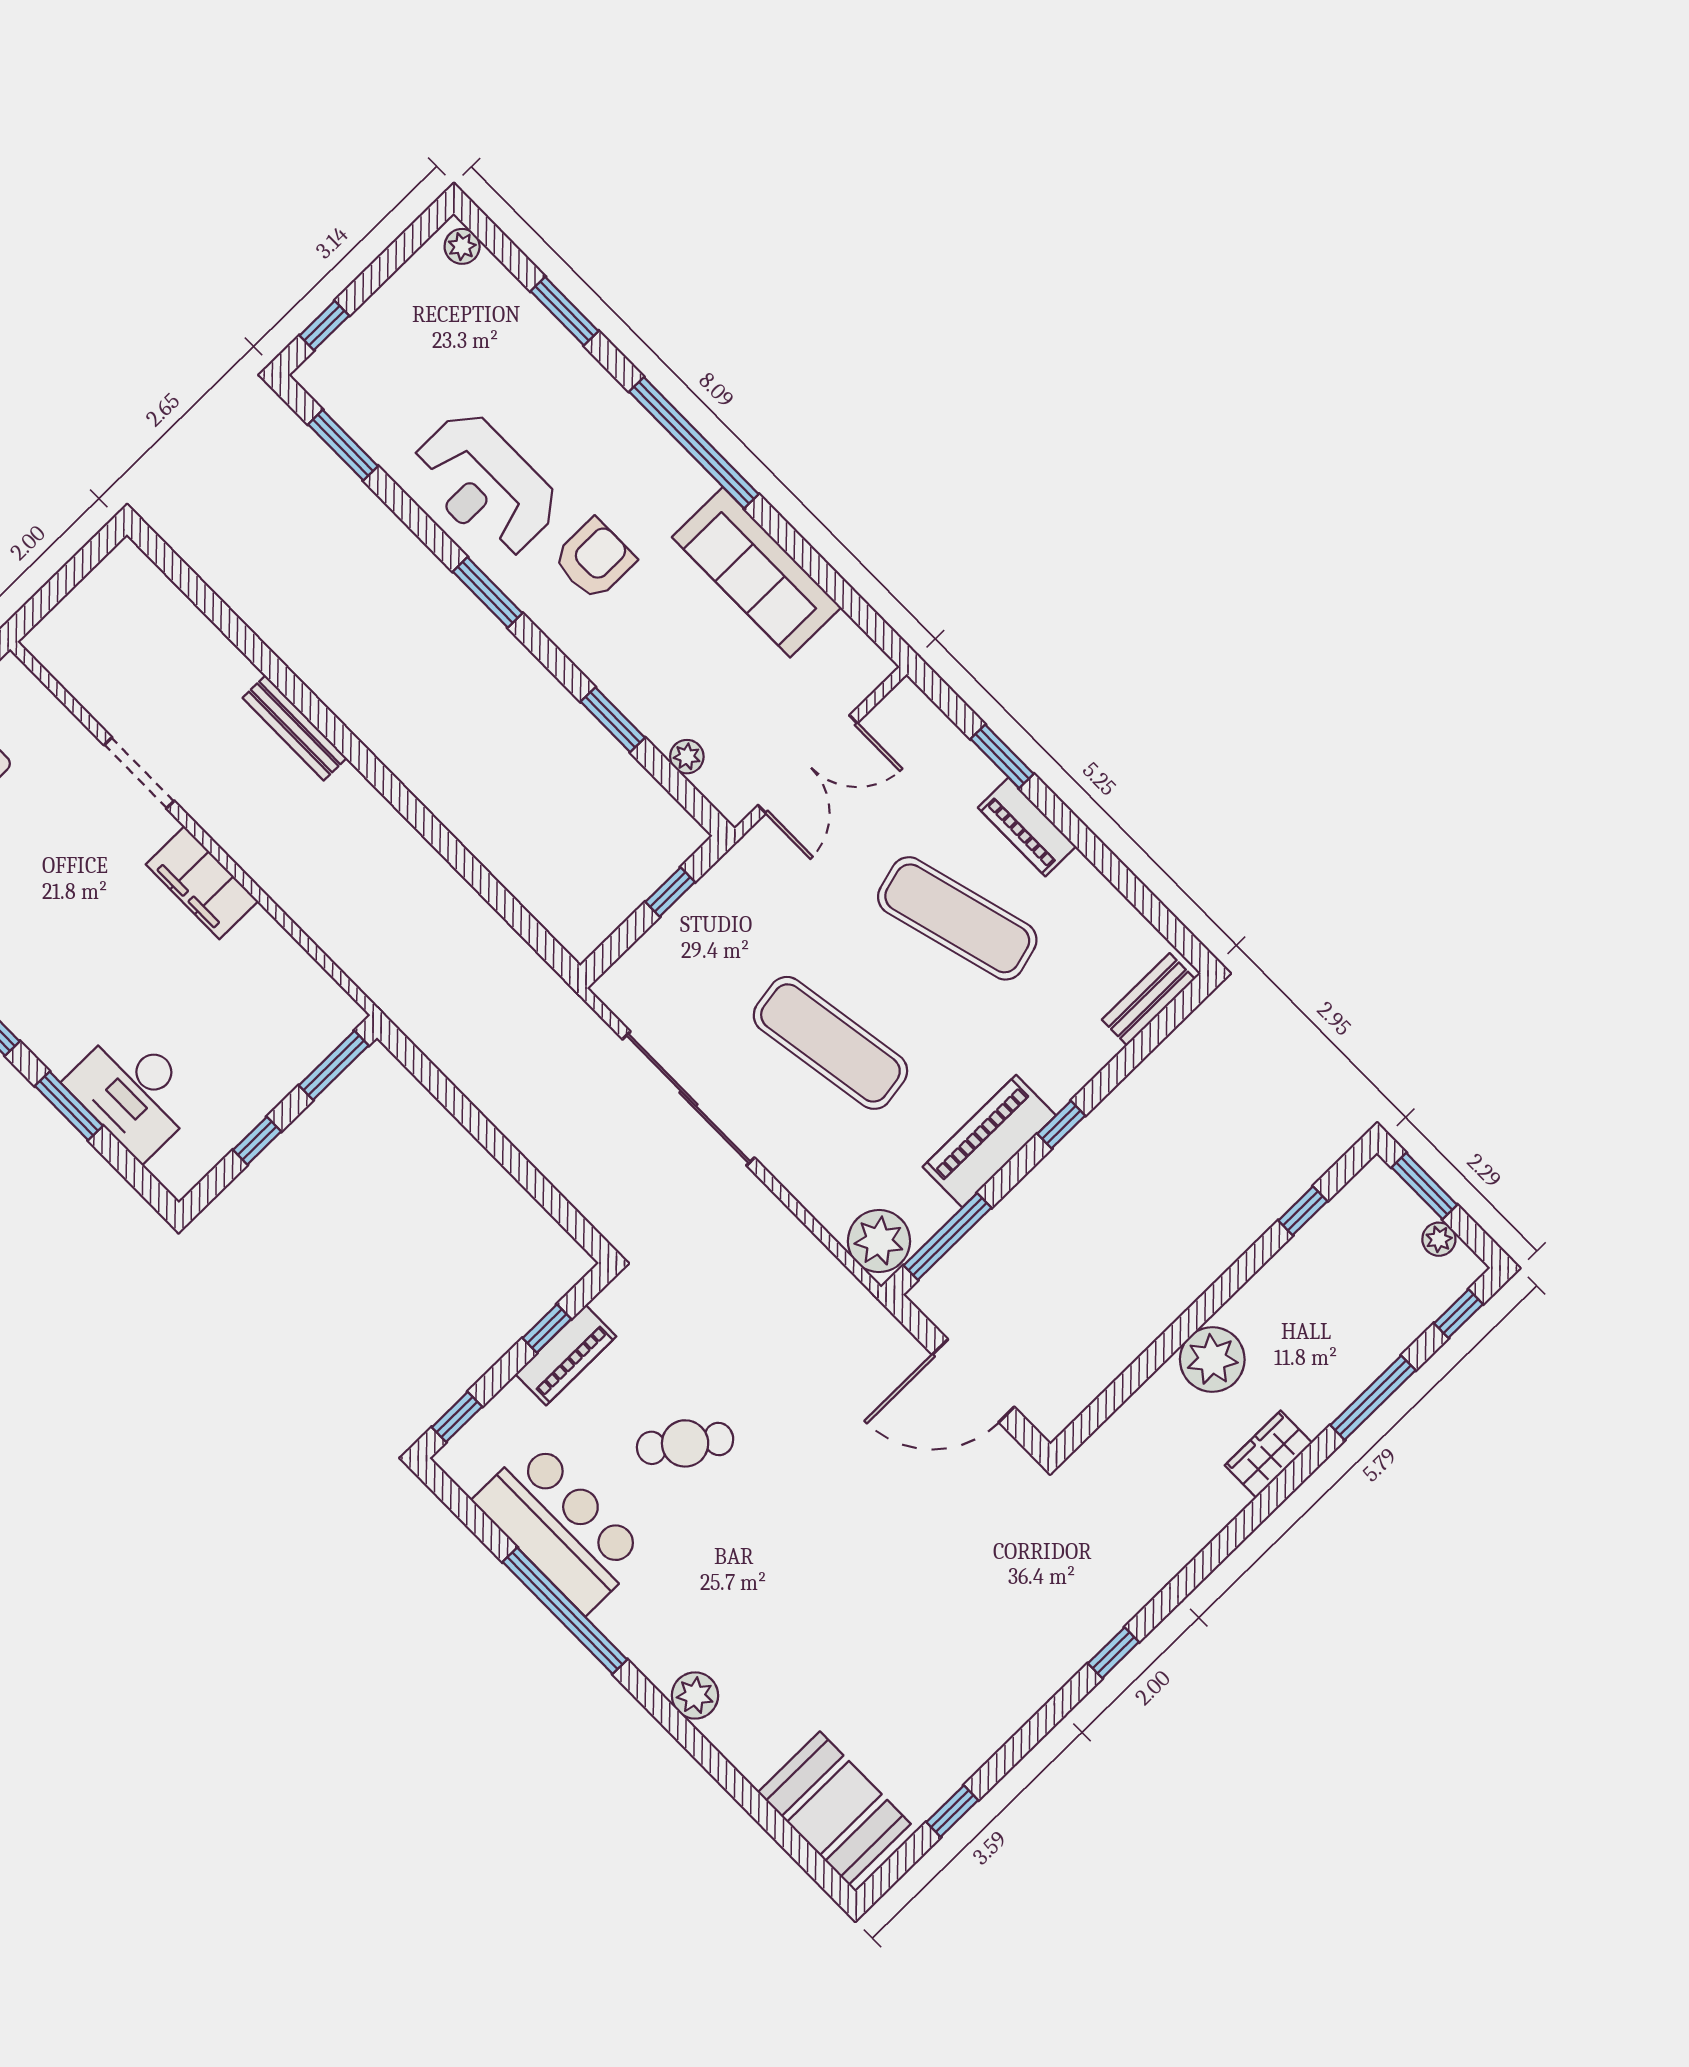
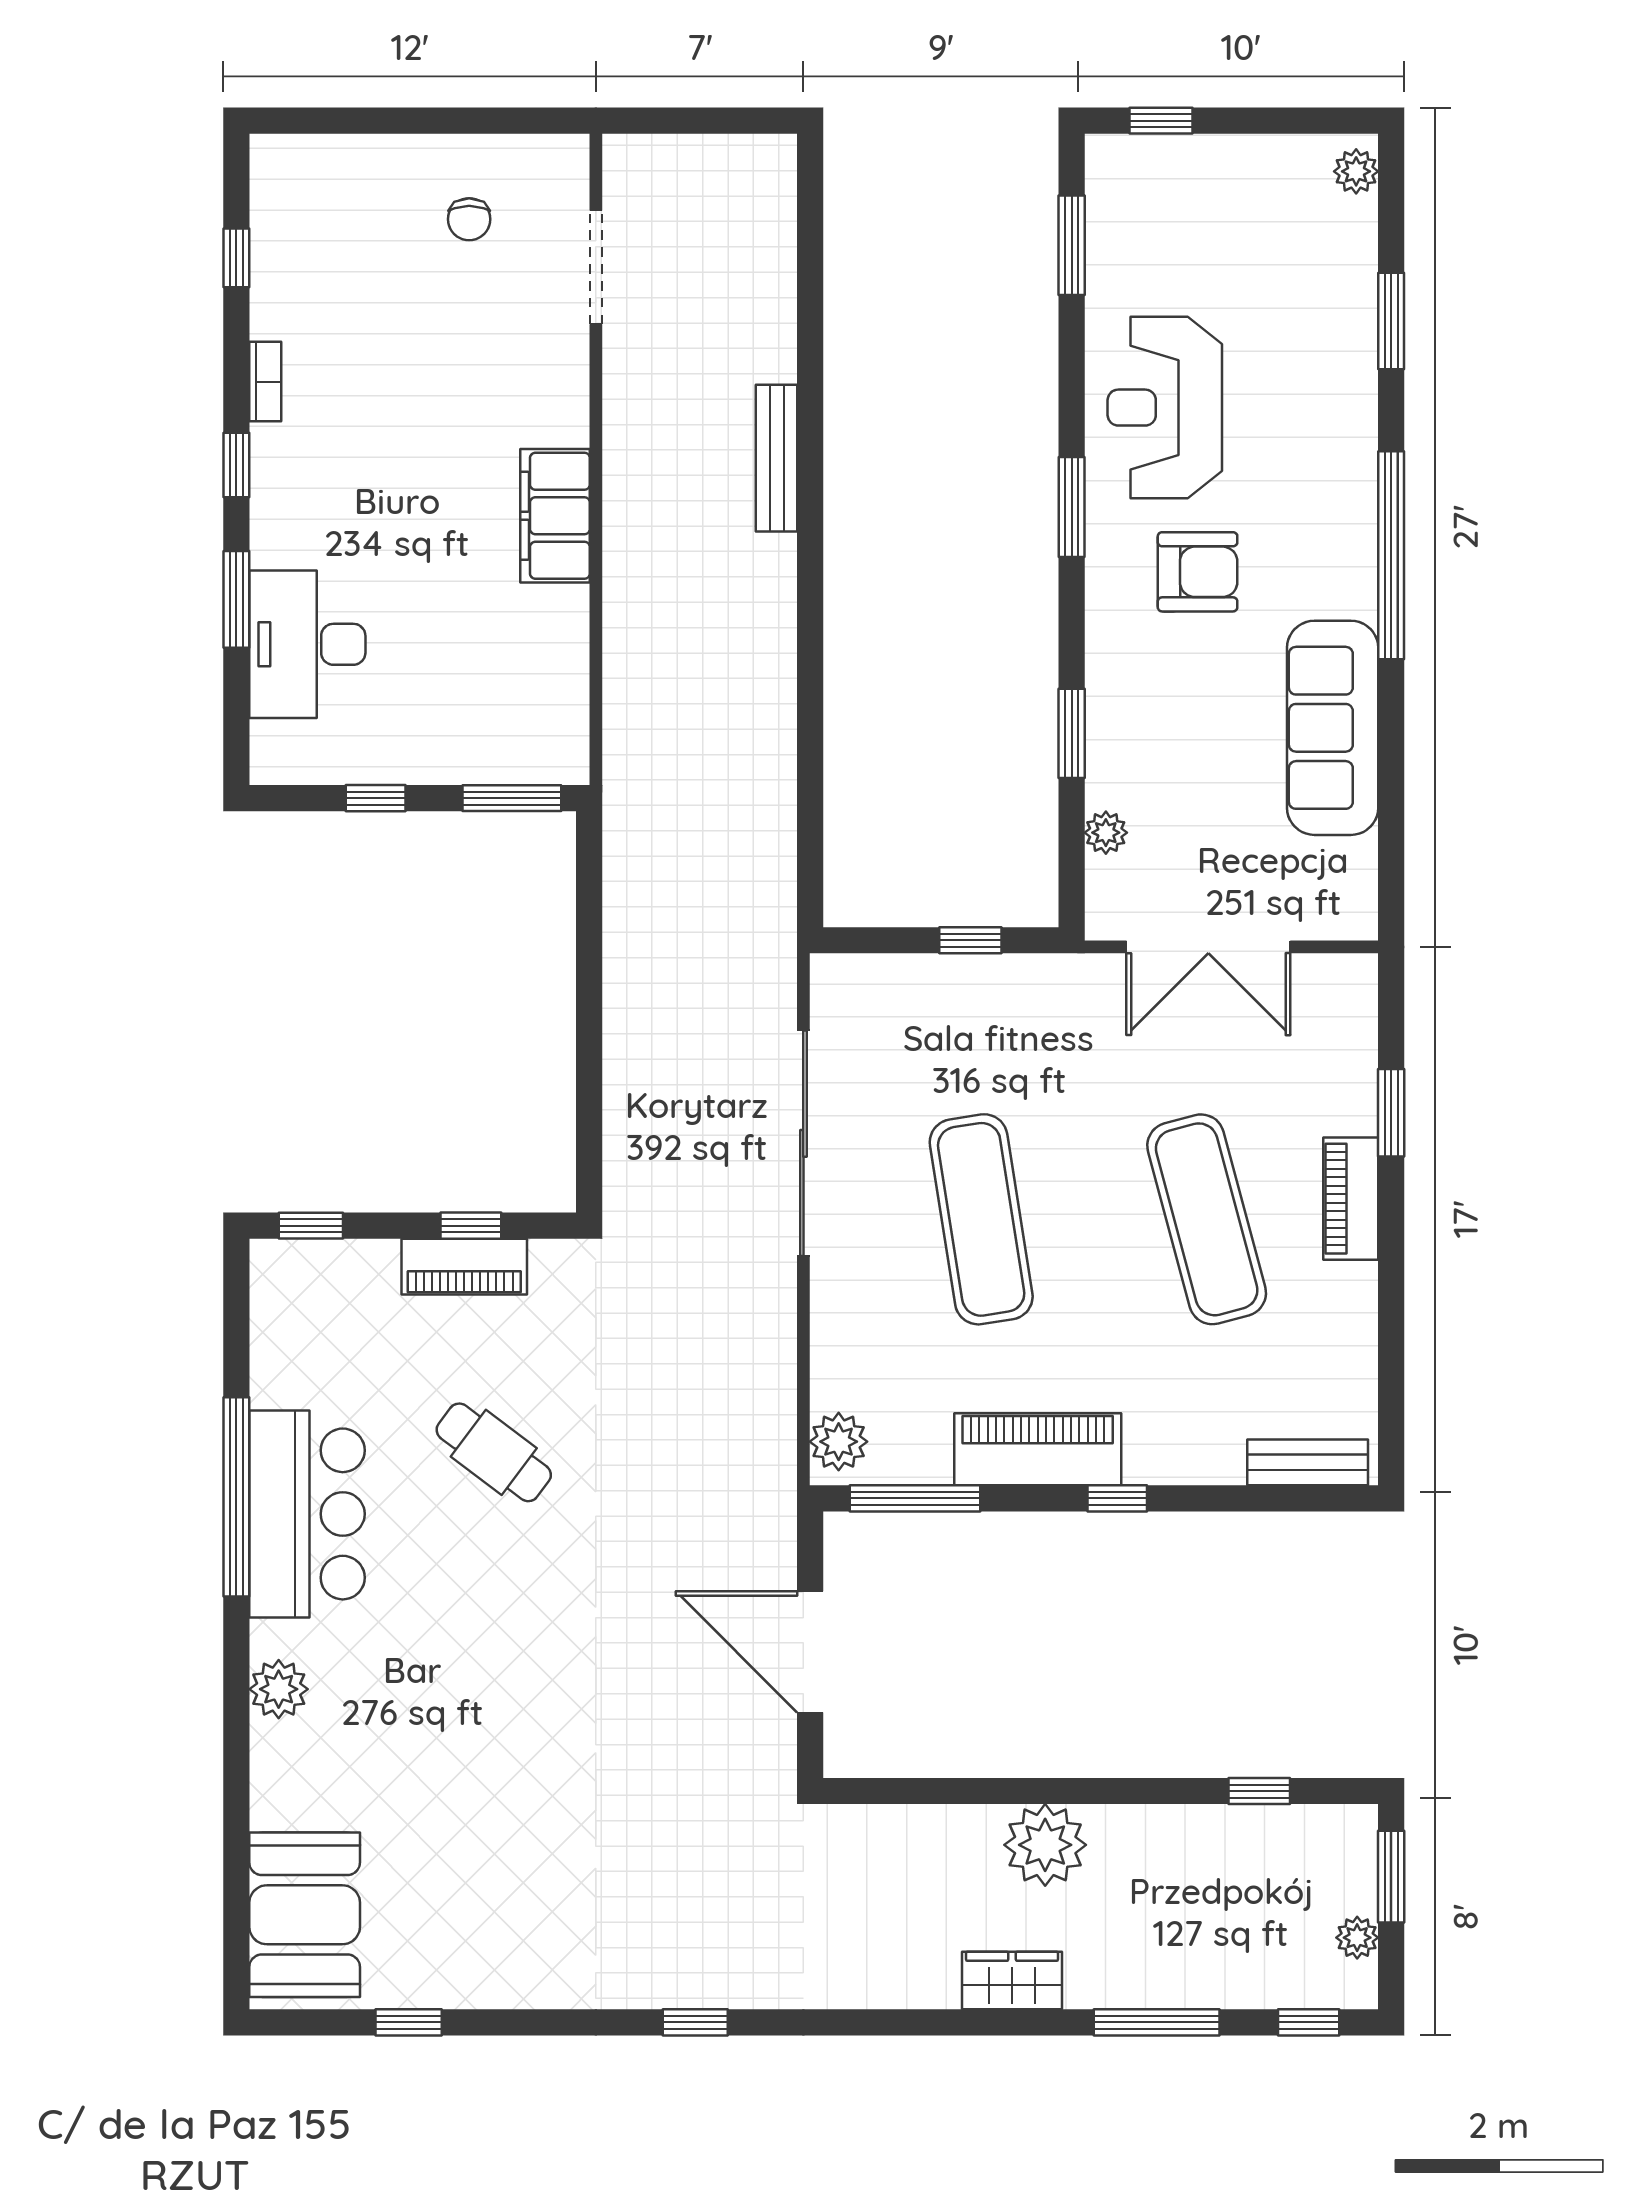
doorway: (139, 773) -> (596, 267), moved
plant: (879, 1241) -> (839, 1442), width x0.73, depth x0.73
bar counter: (560, 1527) -> (307, 1514), moved

